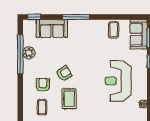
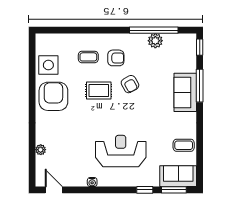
window: (76, 17) -> (200, 86), moved
sofa: (52, 29) -> (185, 92), moved

